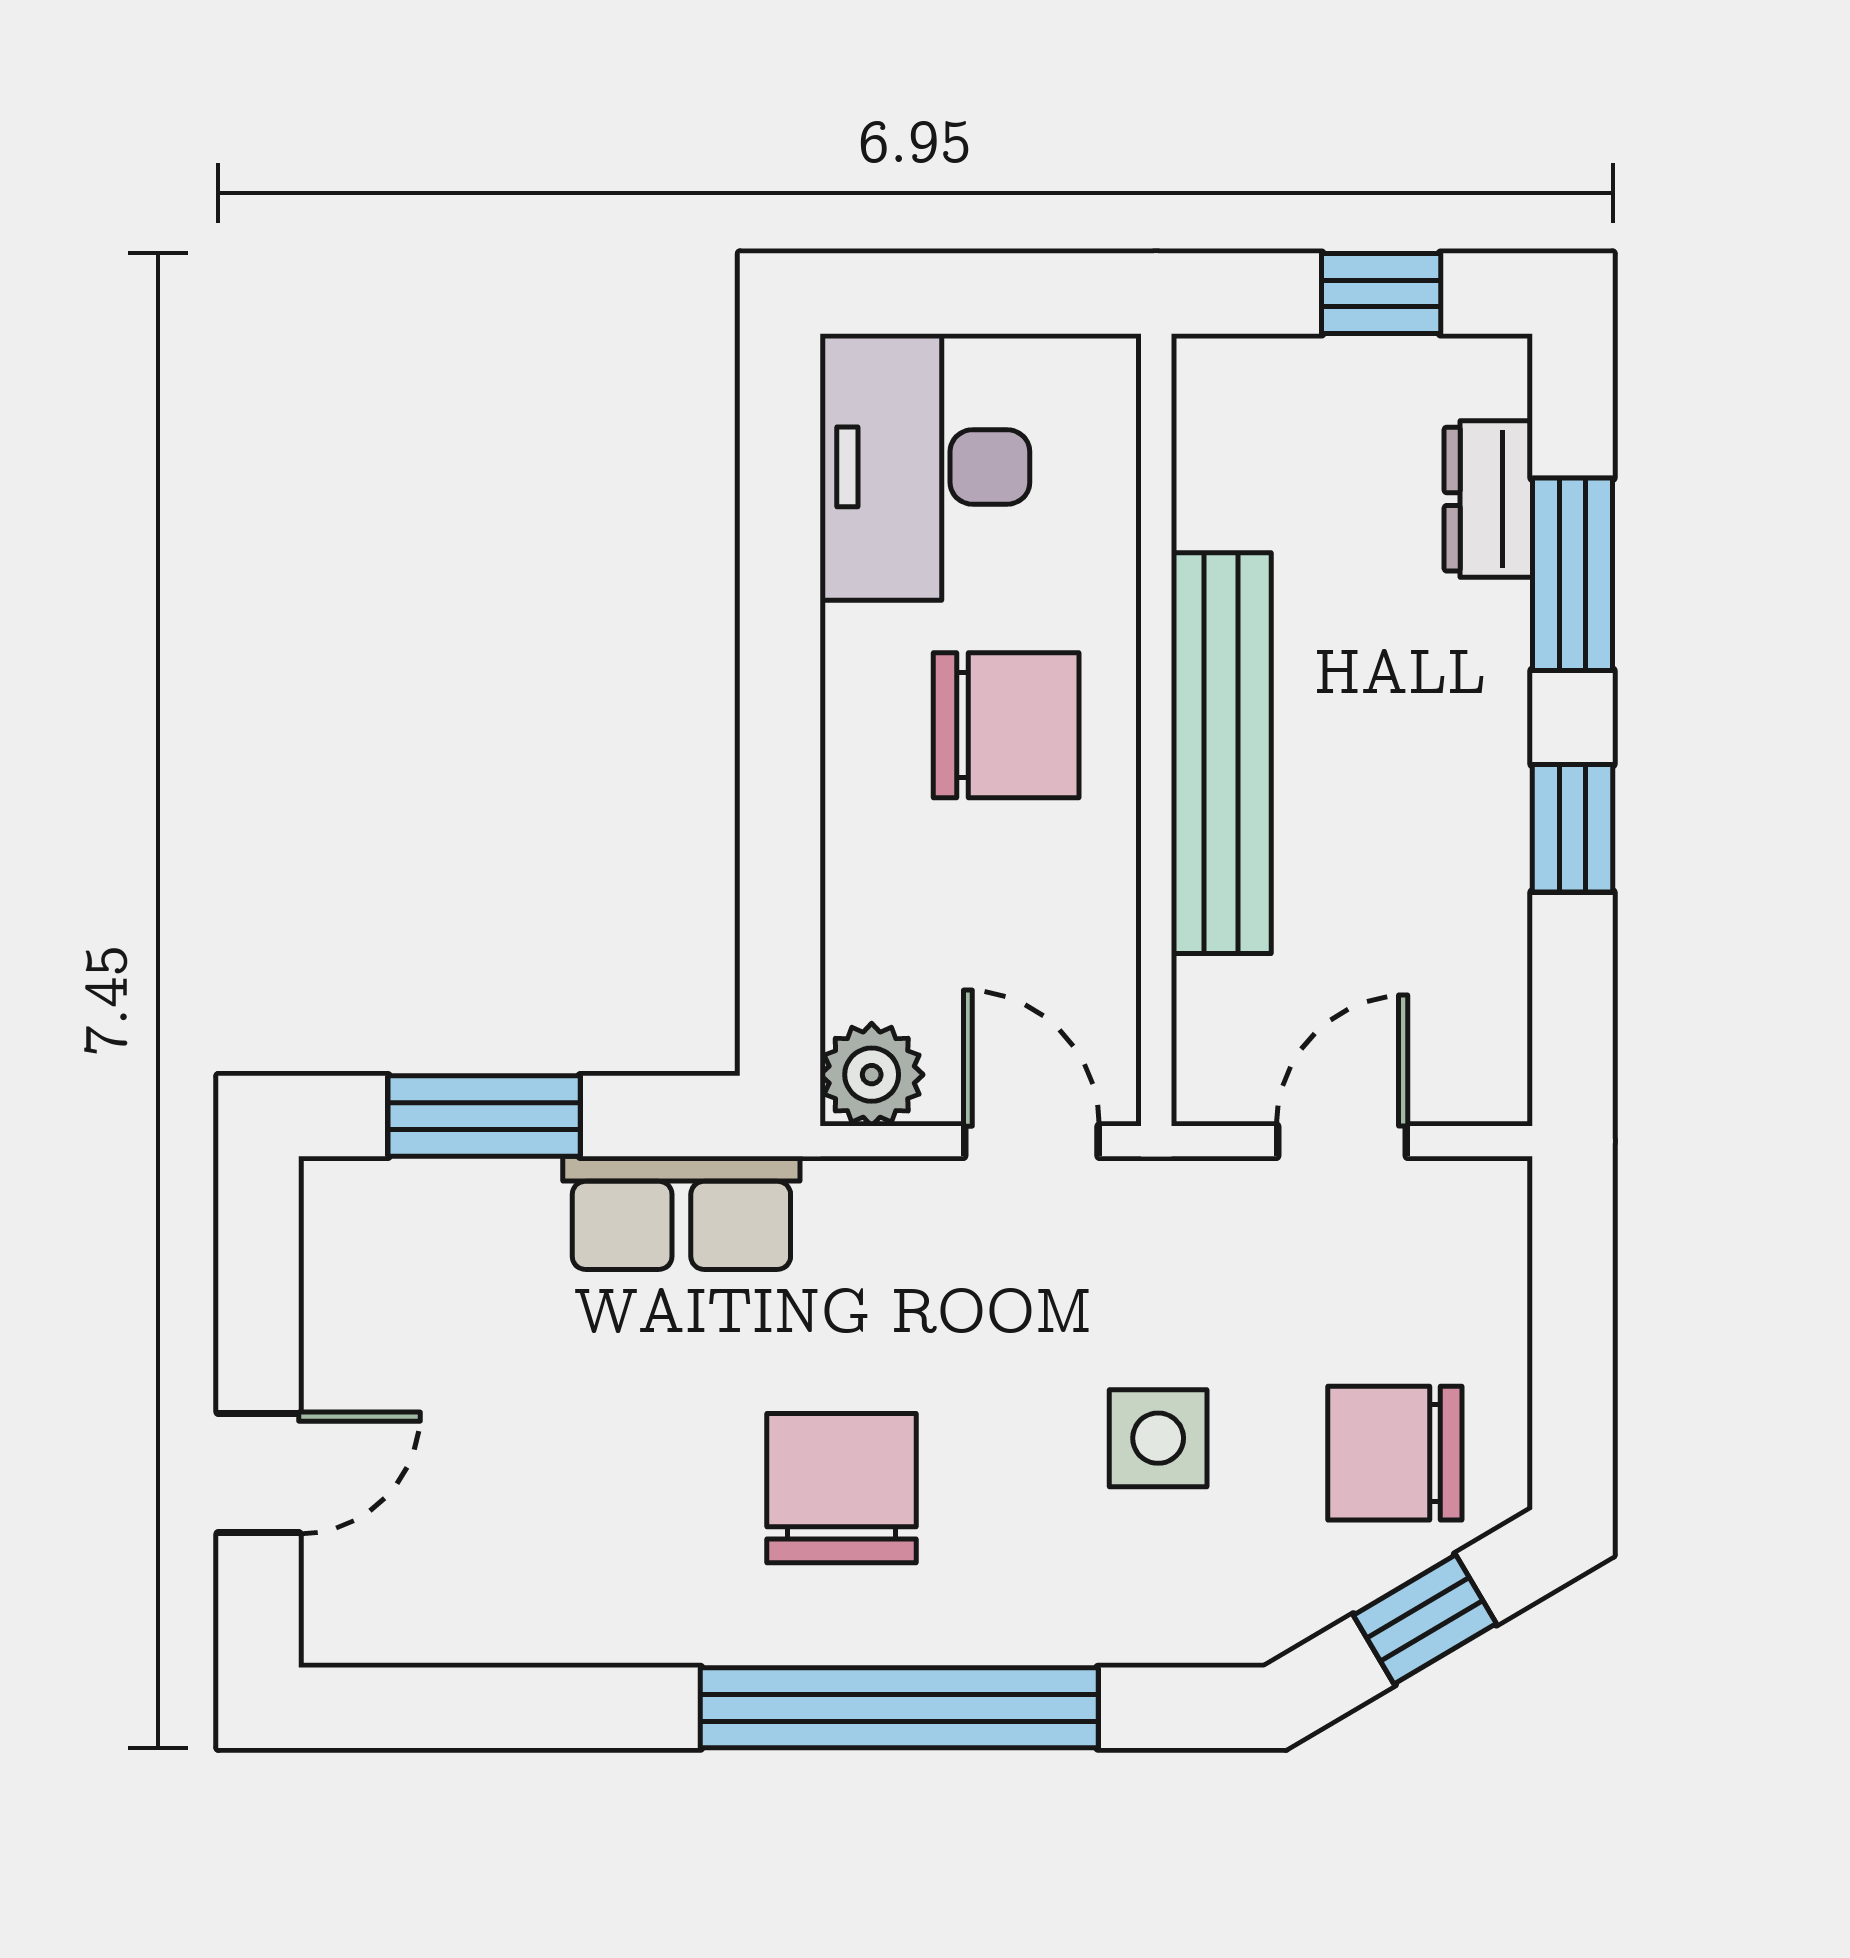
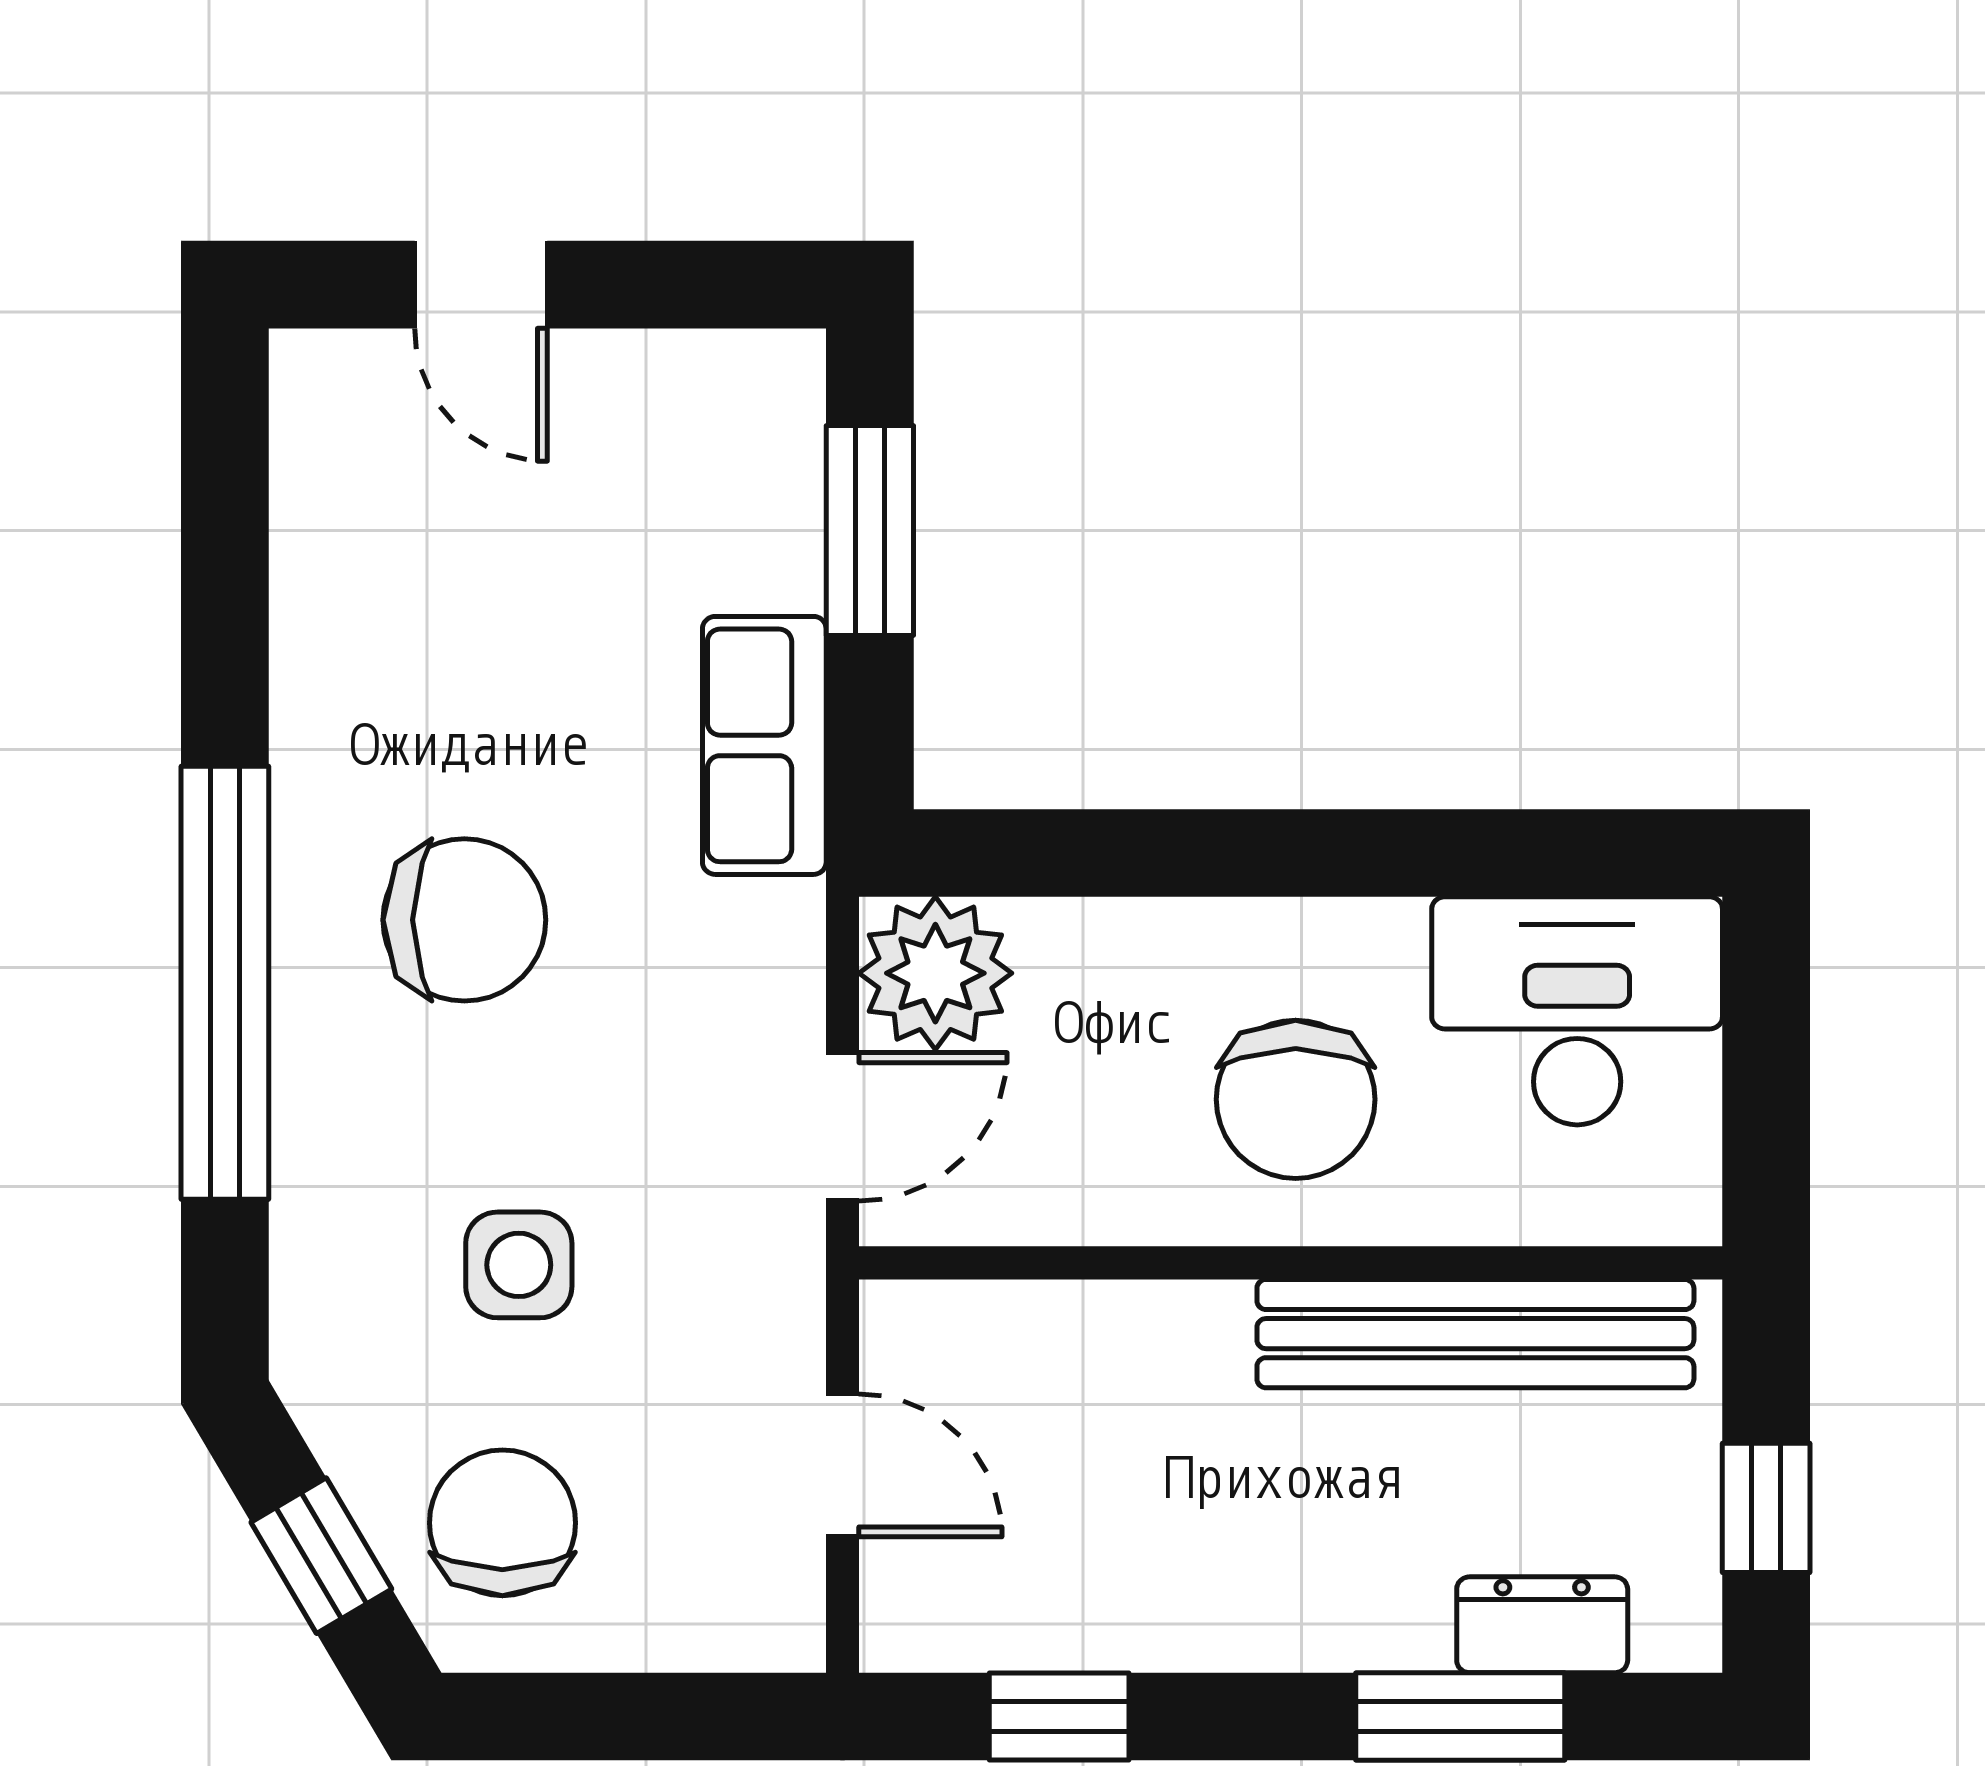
bench: (1221, 753) -> (1475, 1334), moved
window: (1573, 828) -> (1059, 1716), moved
plant: (872, 1075) -> (935, 973), width x1.36, depth x1.36

